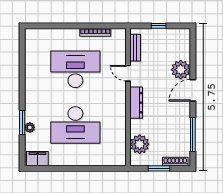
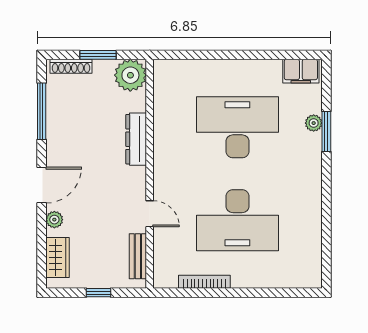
wardrobe: (183, 47) -> (58, 257), added
plant: (181, 70) -> (54, 220), width x0.53, depth x0.53
dresser: (136, 103) -> (136, 139), moved
plant: (140, 144) -> (130, 75), moved

